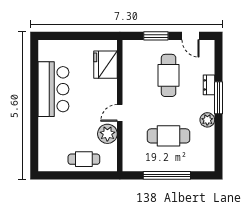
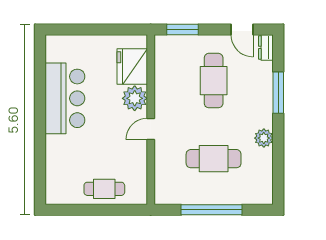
window: (156, 36) -> (182, 29), moved
dresser: (209, 85) -> (266, 47), moved
window: (219, 98) -> (278, 93), moved
plant: (107, 134) -> (135, 98), moved

